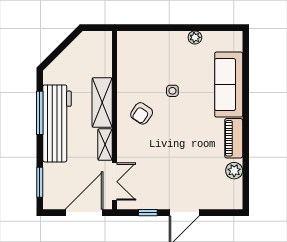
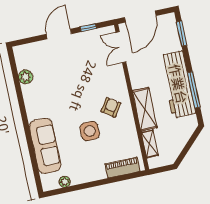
plant: (195, 37) -> (65, 182), moved
side table: (172, 91) -> (90, 131), width x1.87, depth x1.87
piano: (234, 138) -> (122, 168), moved, turned -90
shelving: (105, 145) -> (150, 144), moved

